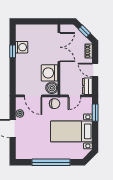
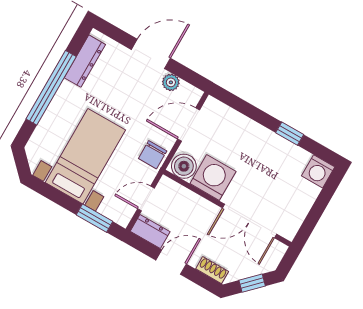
washing machine: (22, 47) -> (318, 171), moved
door: (74, 96) -> (146, 198), hinge flipped
dresser: (32, 155) -> (85, 61), added

